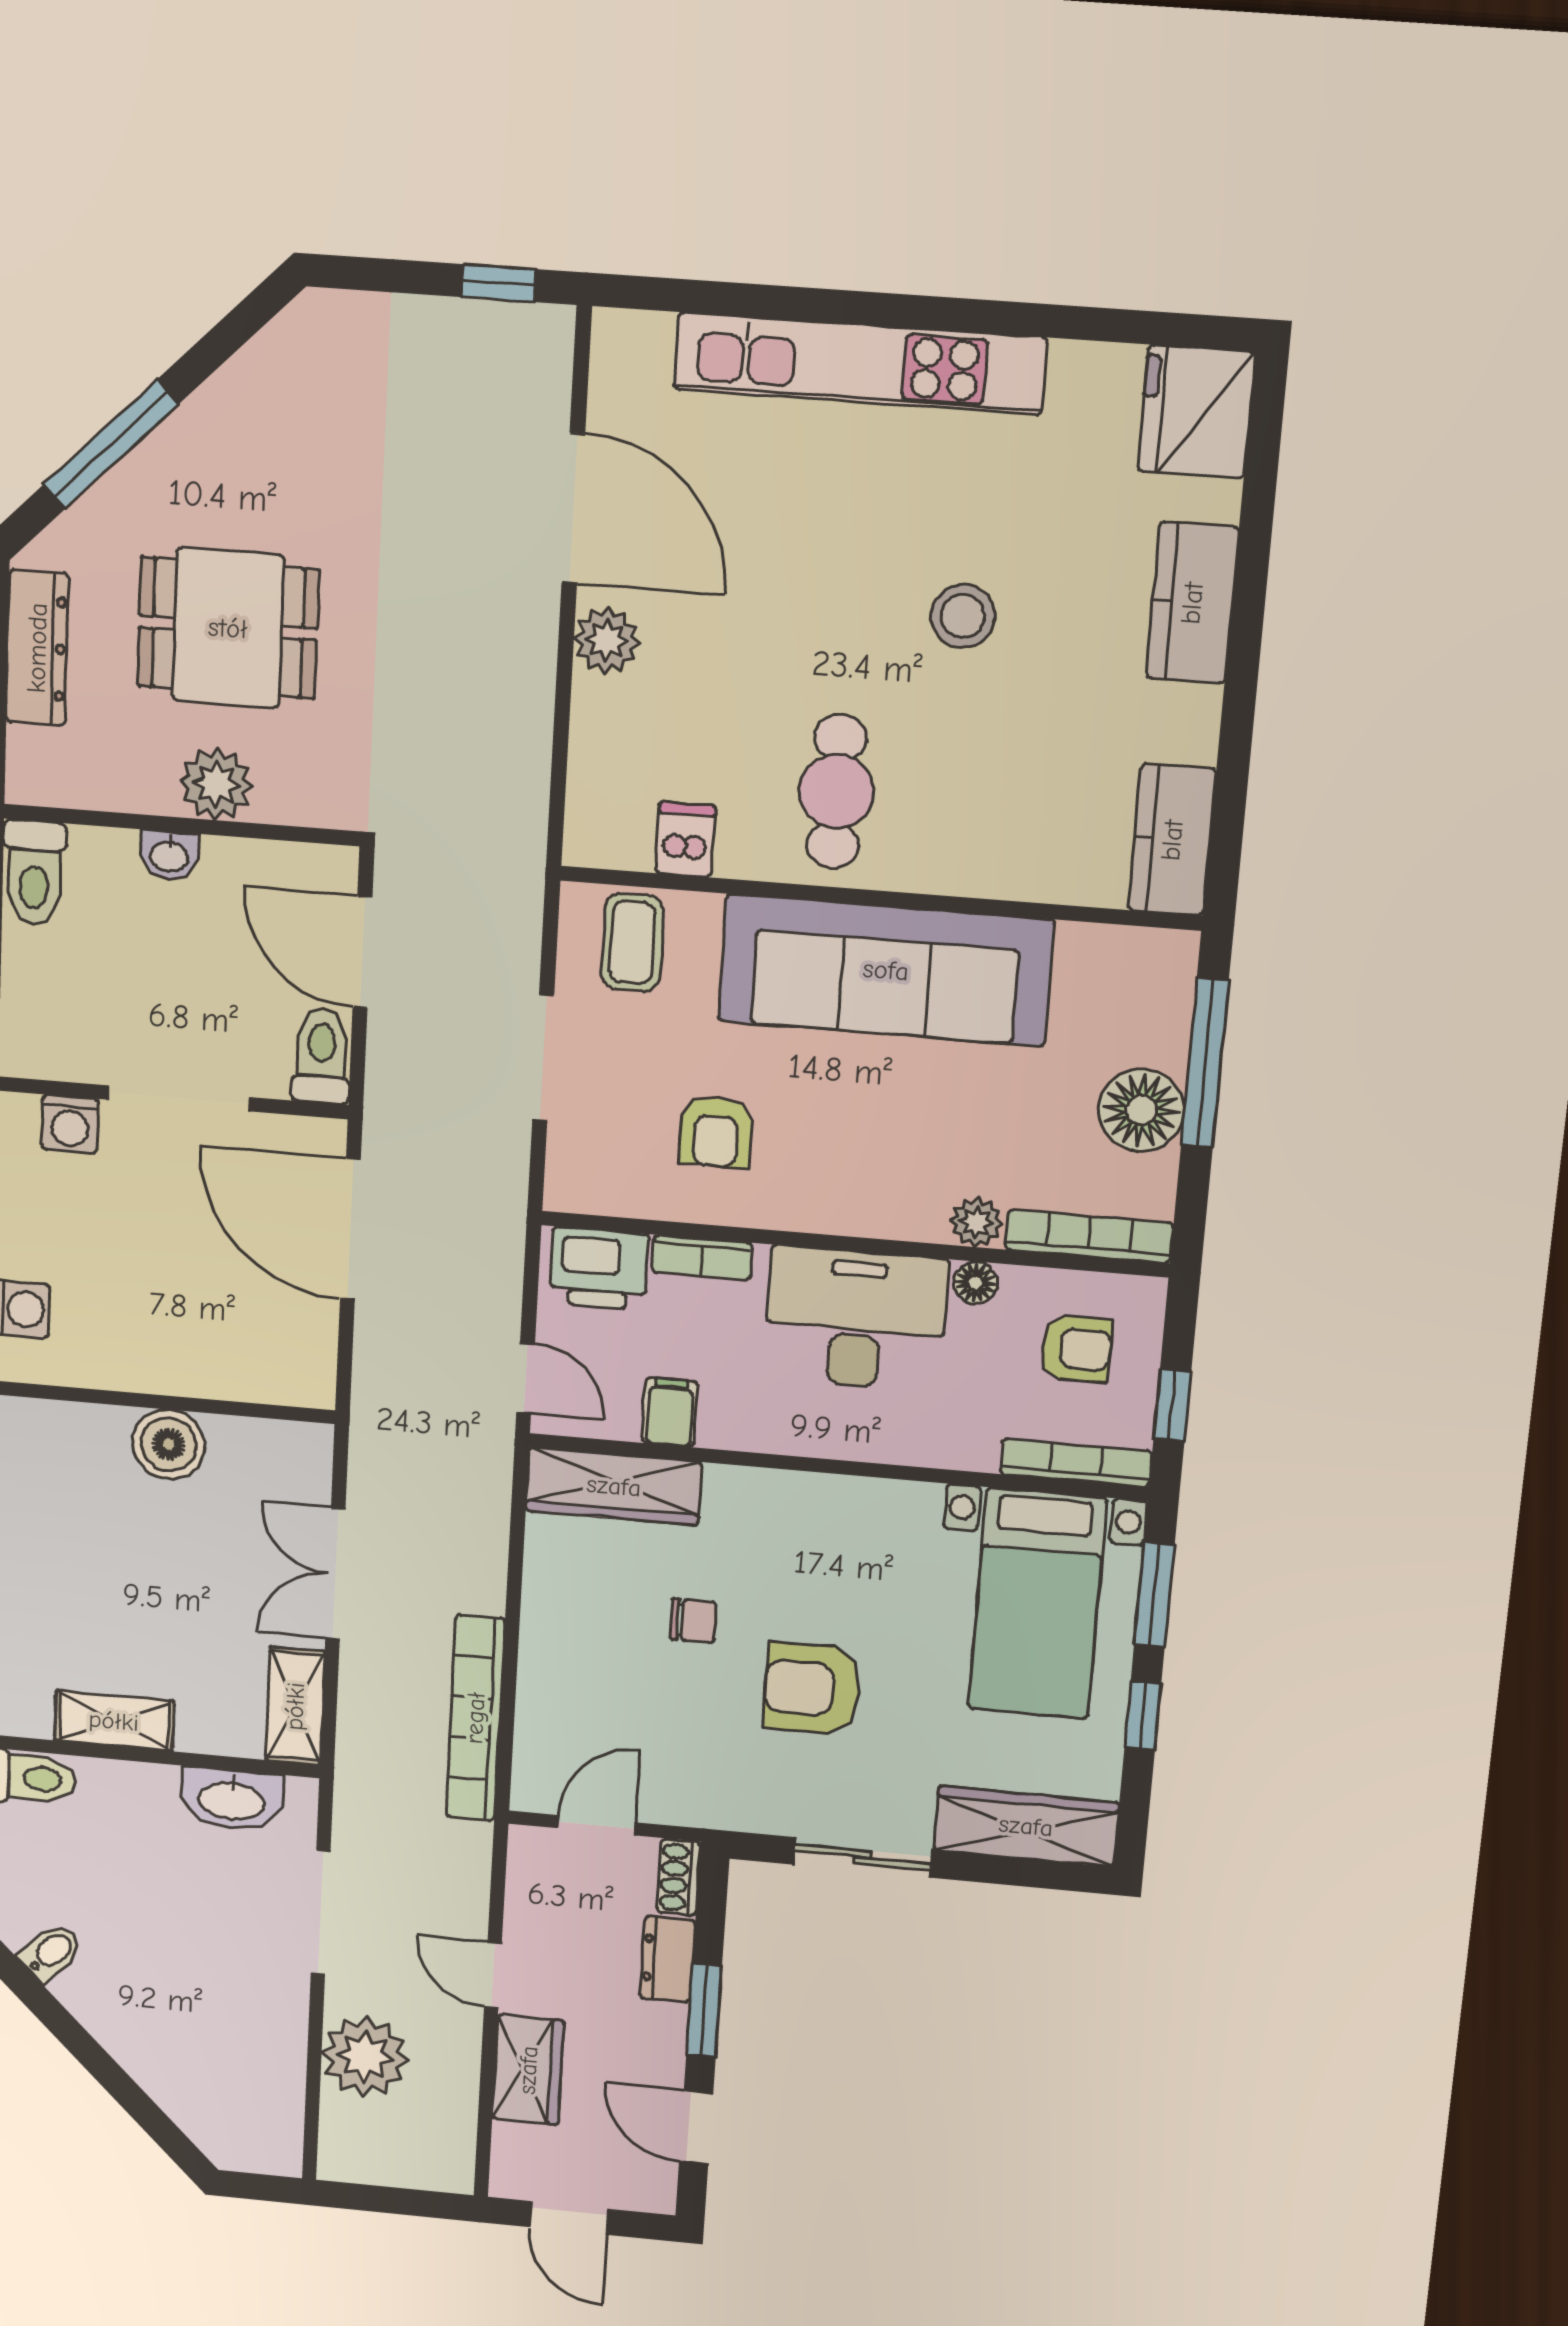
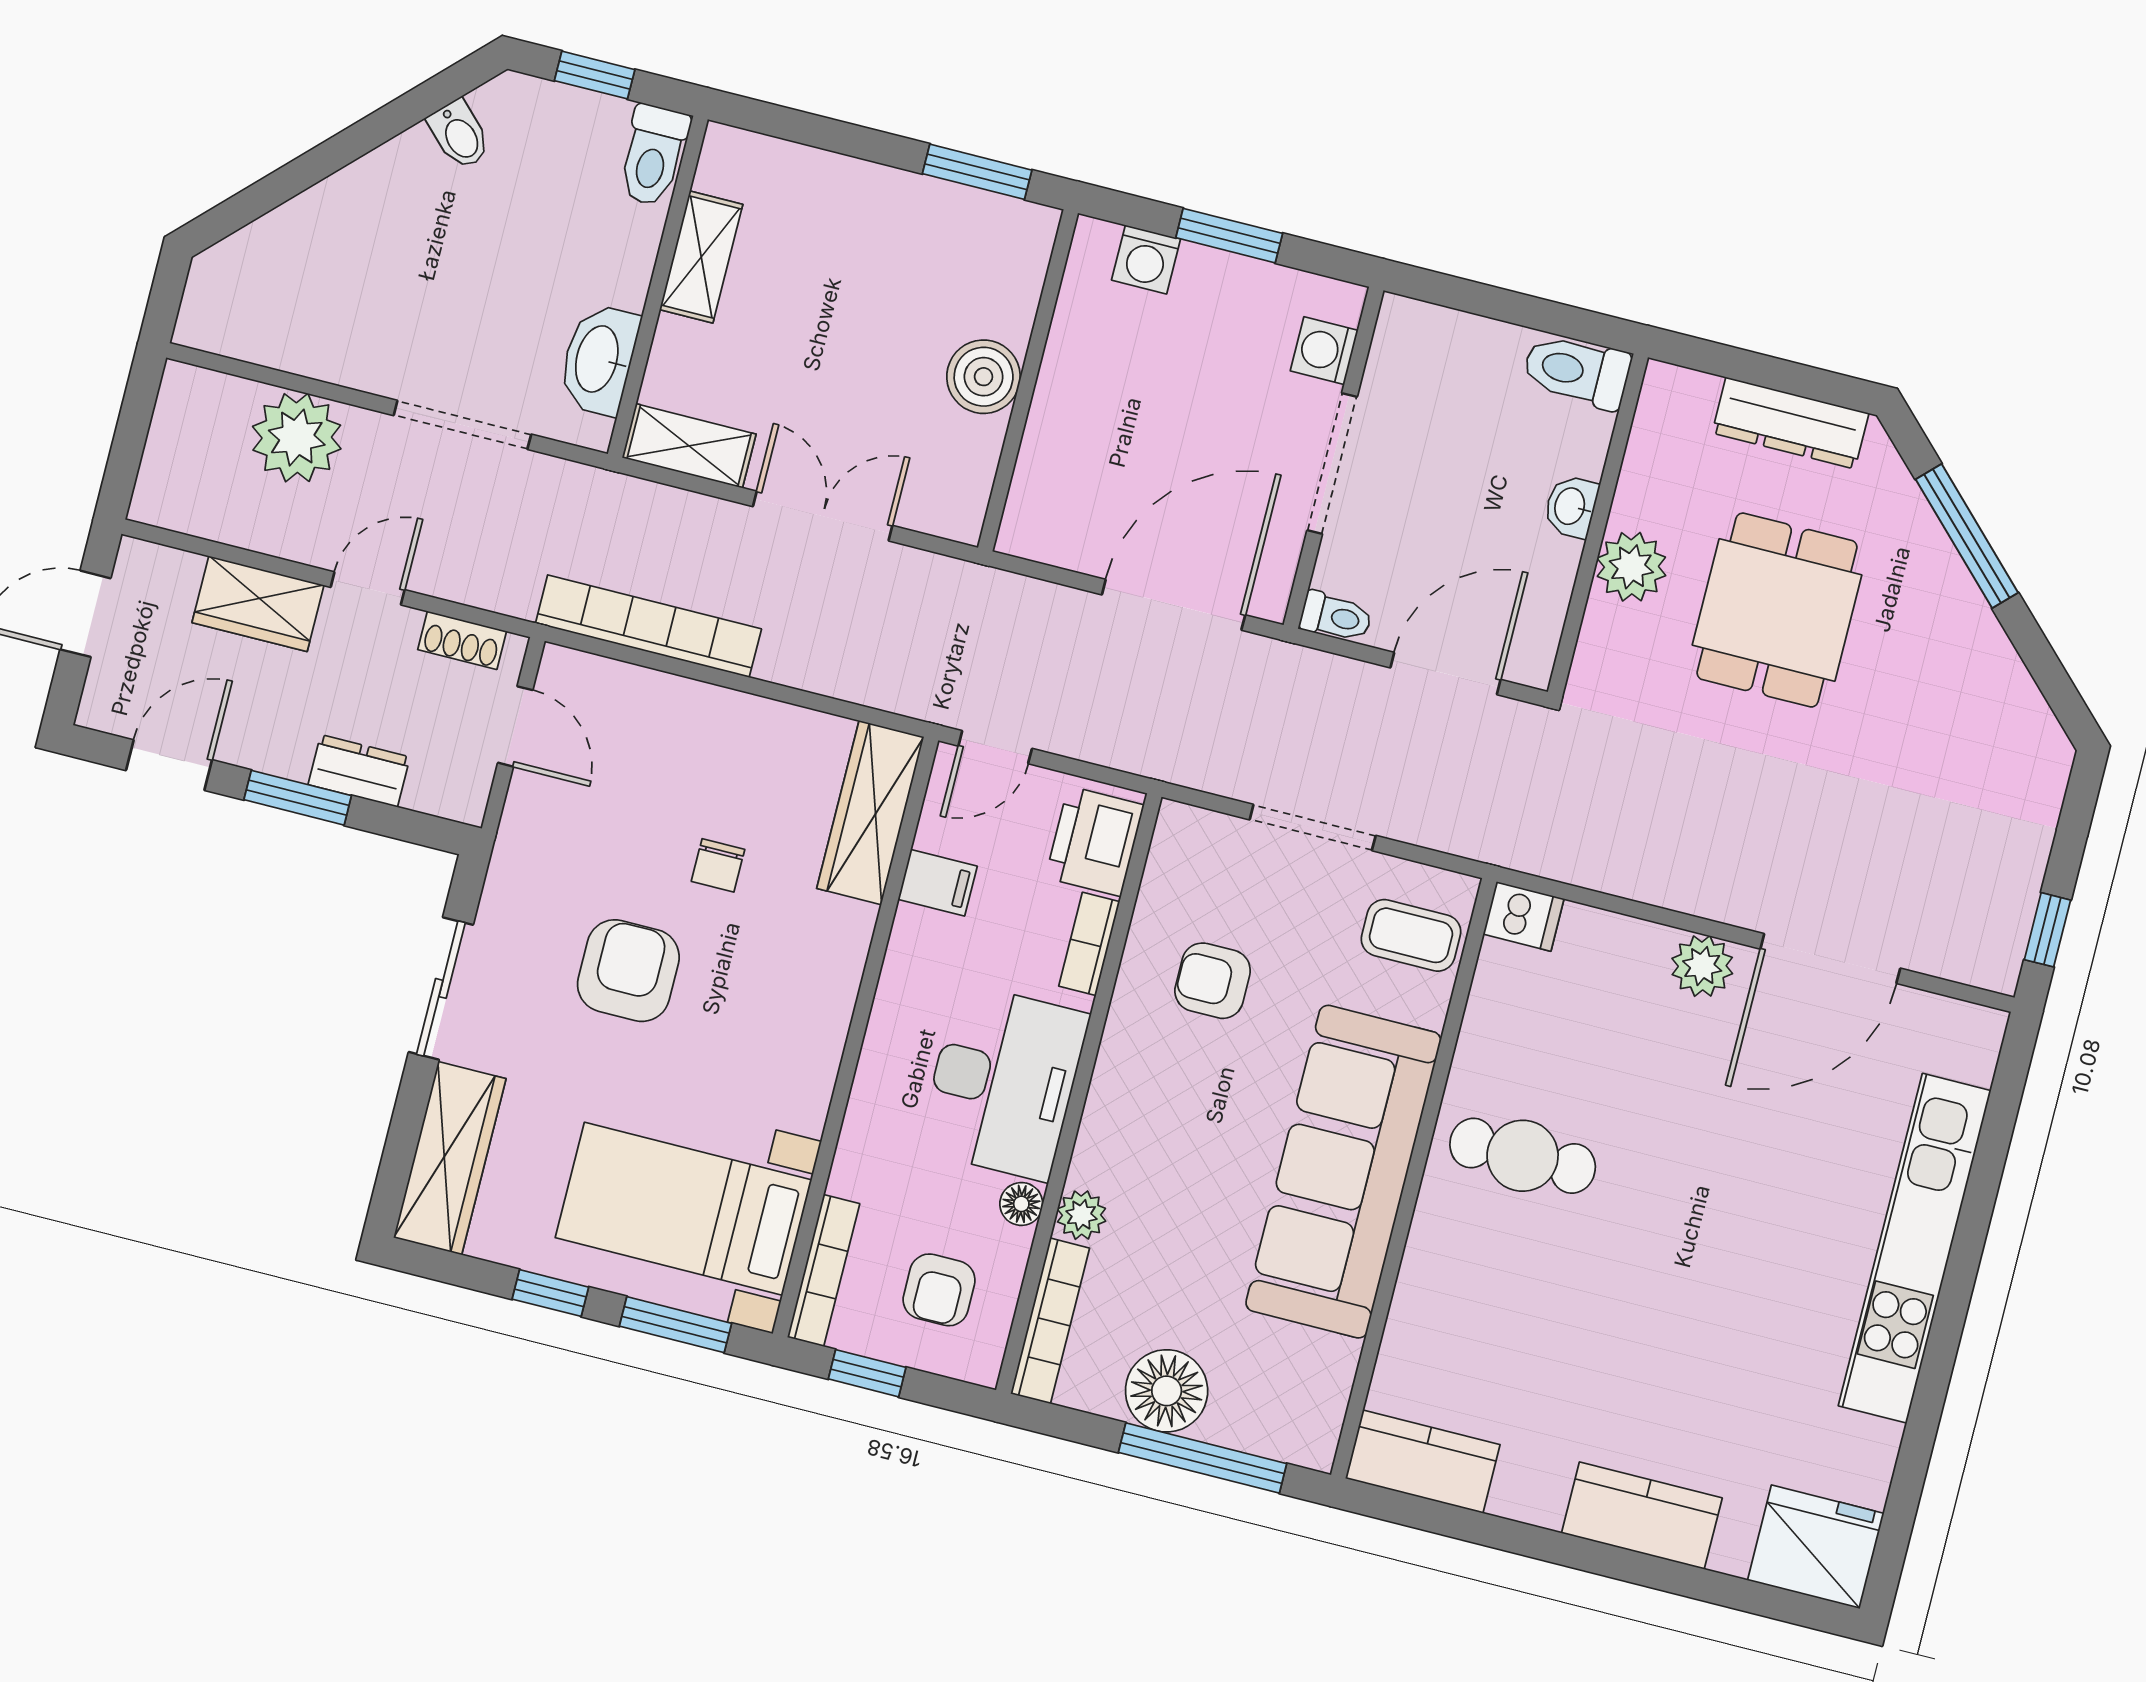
stool: (963, 616) -> (1667, 1302), removed
dishwasher: (686, 840) -> (1524, 916), moved
toilet: (321, 1056) -> (1336, 617), width x0.73, depth x0.72
shoe rack: (679, 1877) -> (462, 640), moved, turned 180

